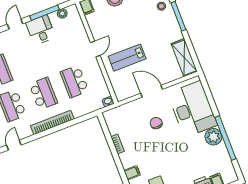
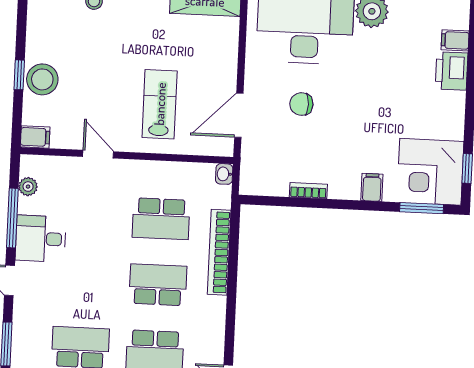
door: (95, 49) -> (98, 154), moved
lab bench: (127, 58) -> (160, 104), turned 180
door: (152, 91) -> (239, 115), moved
bookcase: (52, 122) -> (219, 252), moved

